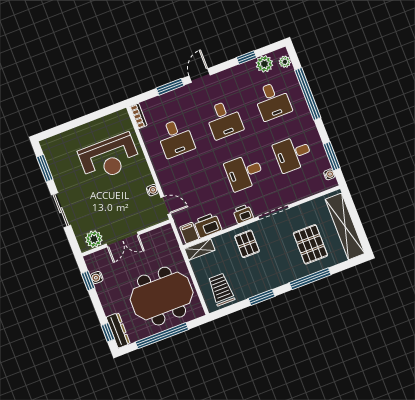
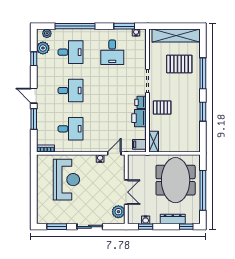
desk: (244, 172) -> (112, 90), removed
printer: (208, 225) -> (139, 118), moved
trolley: (221, 289) -> (187, 137), removed
dresser: (118, 330) -> (173, 219), moved

